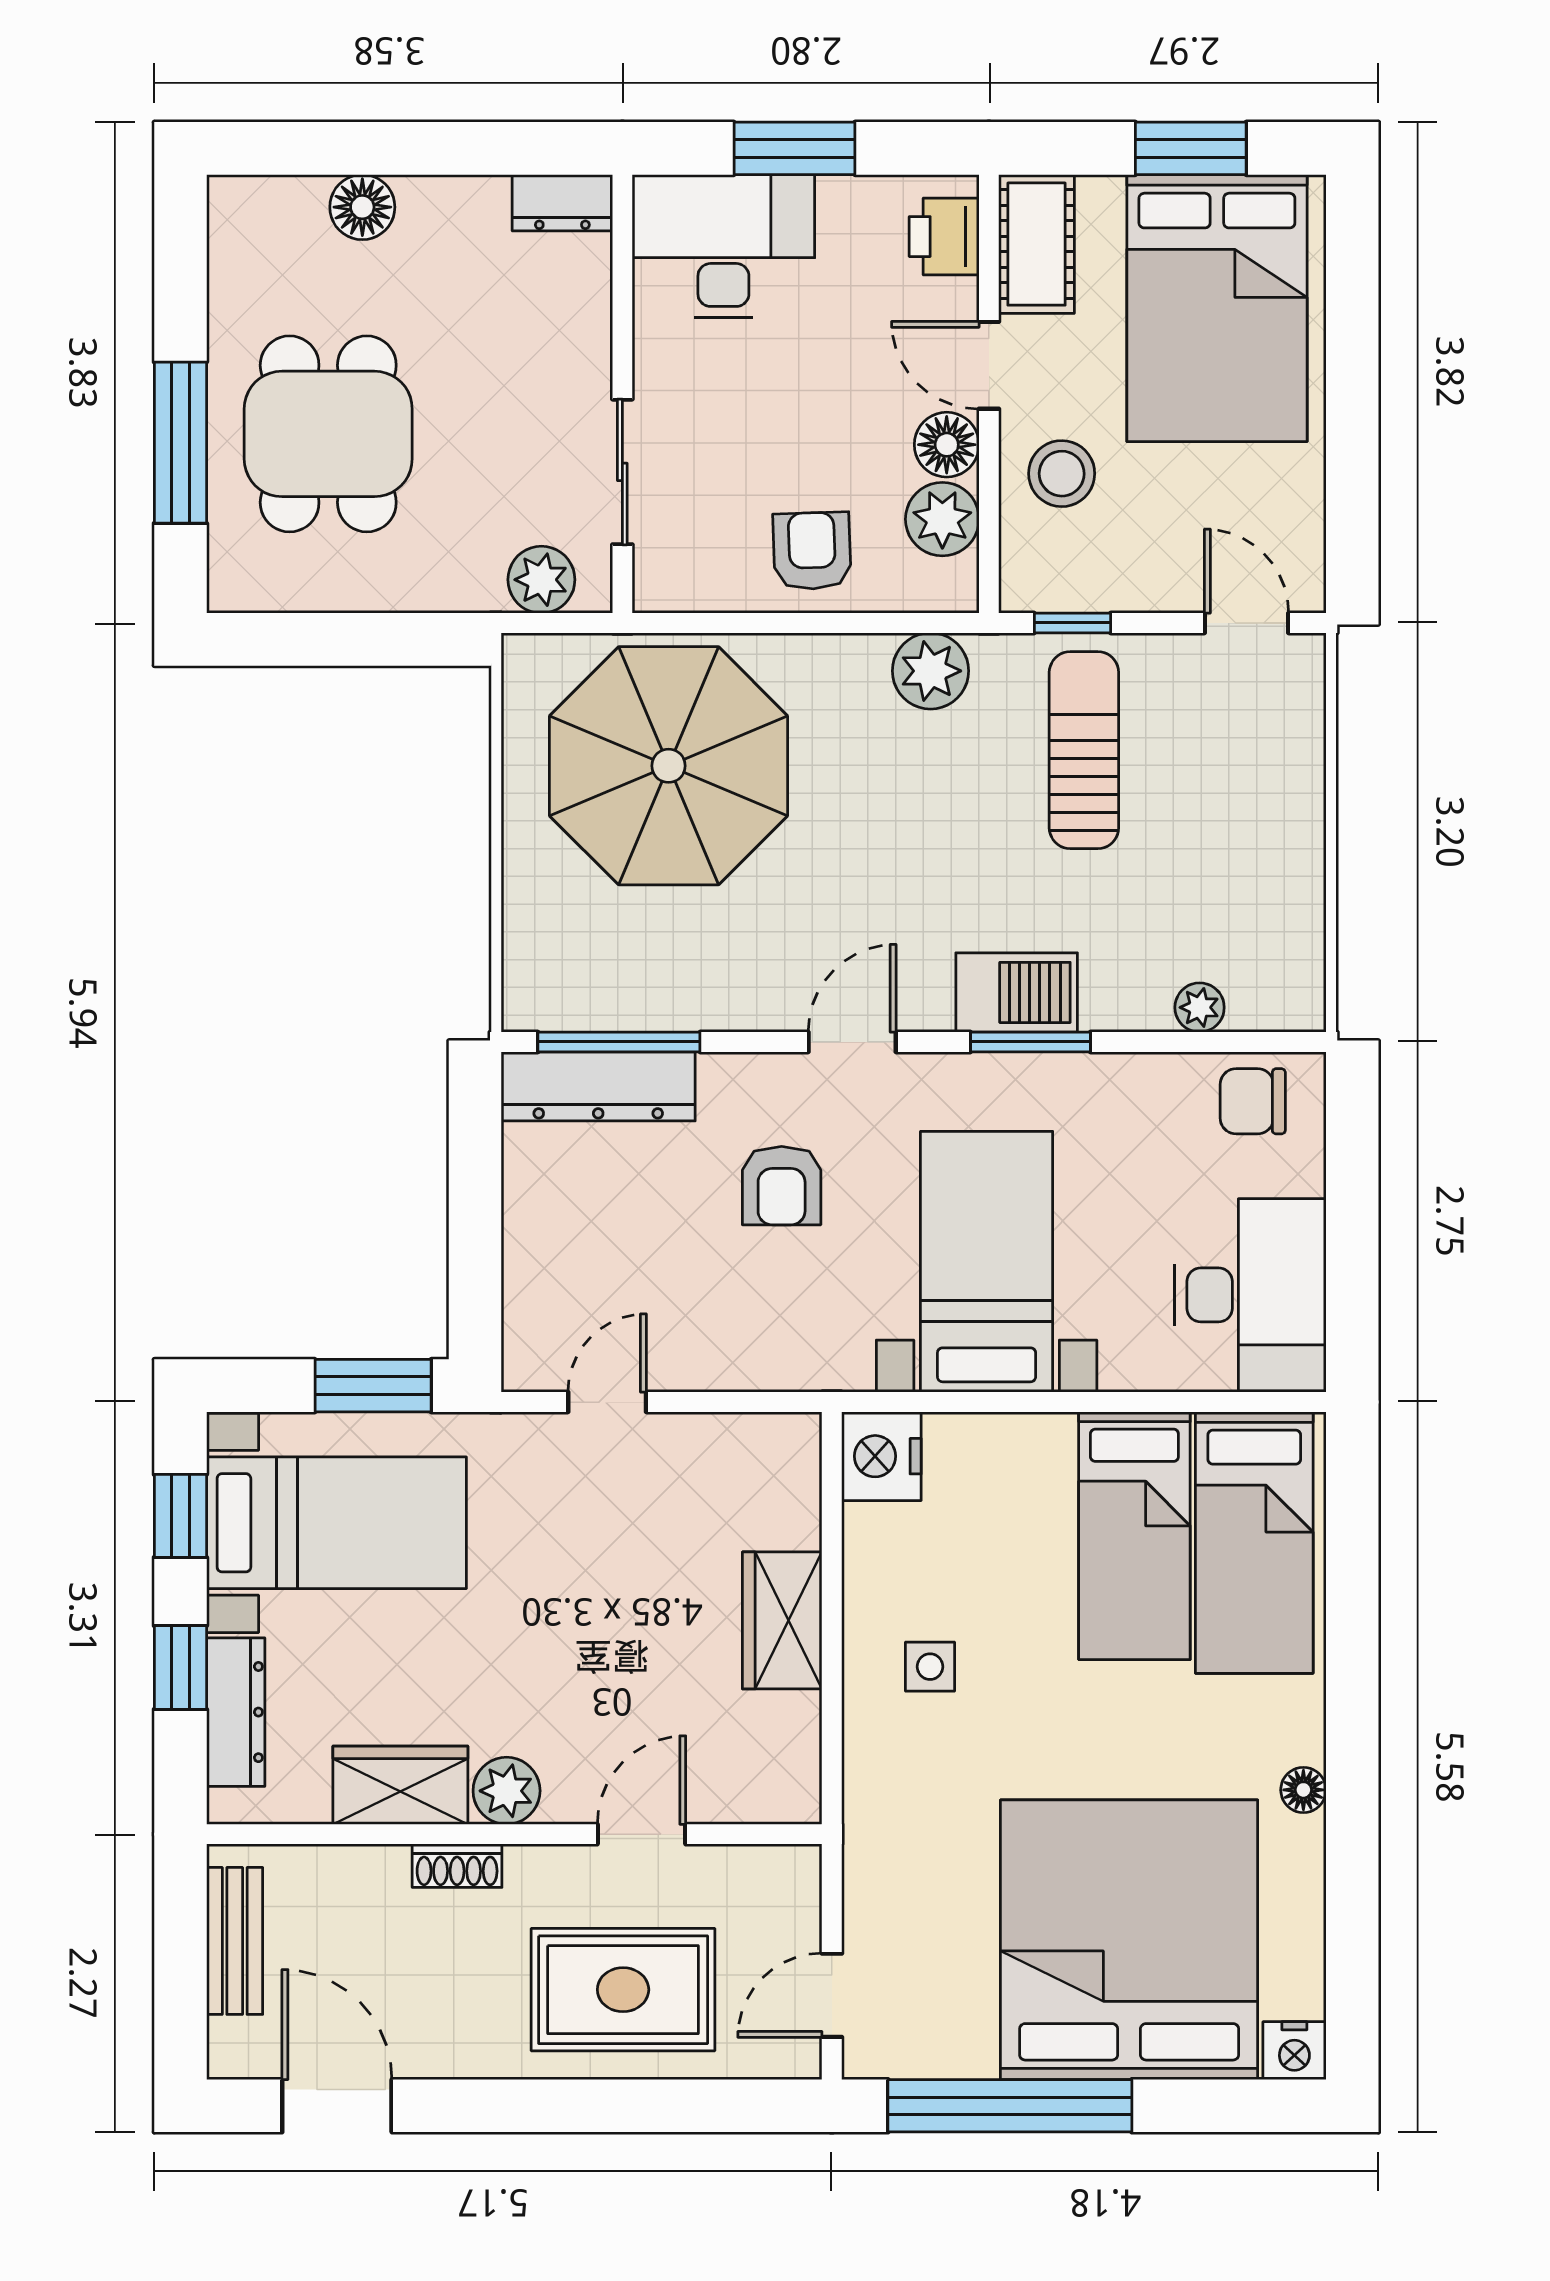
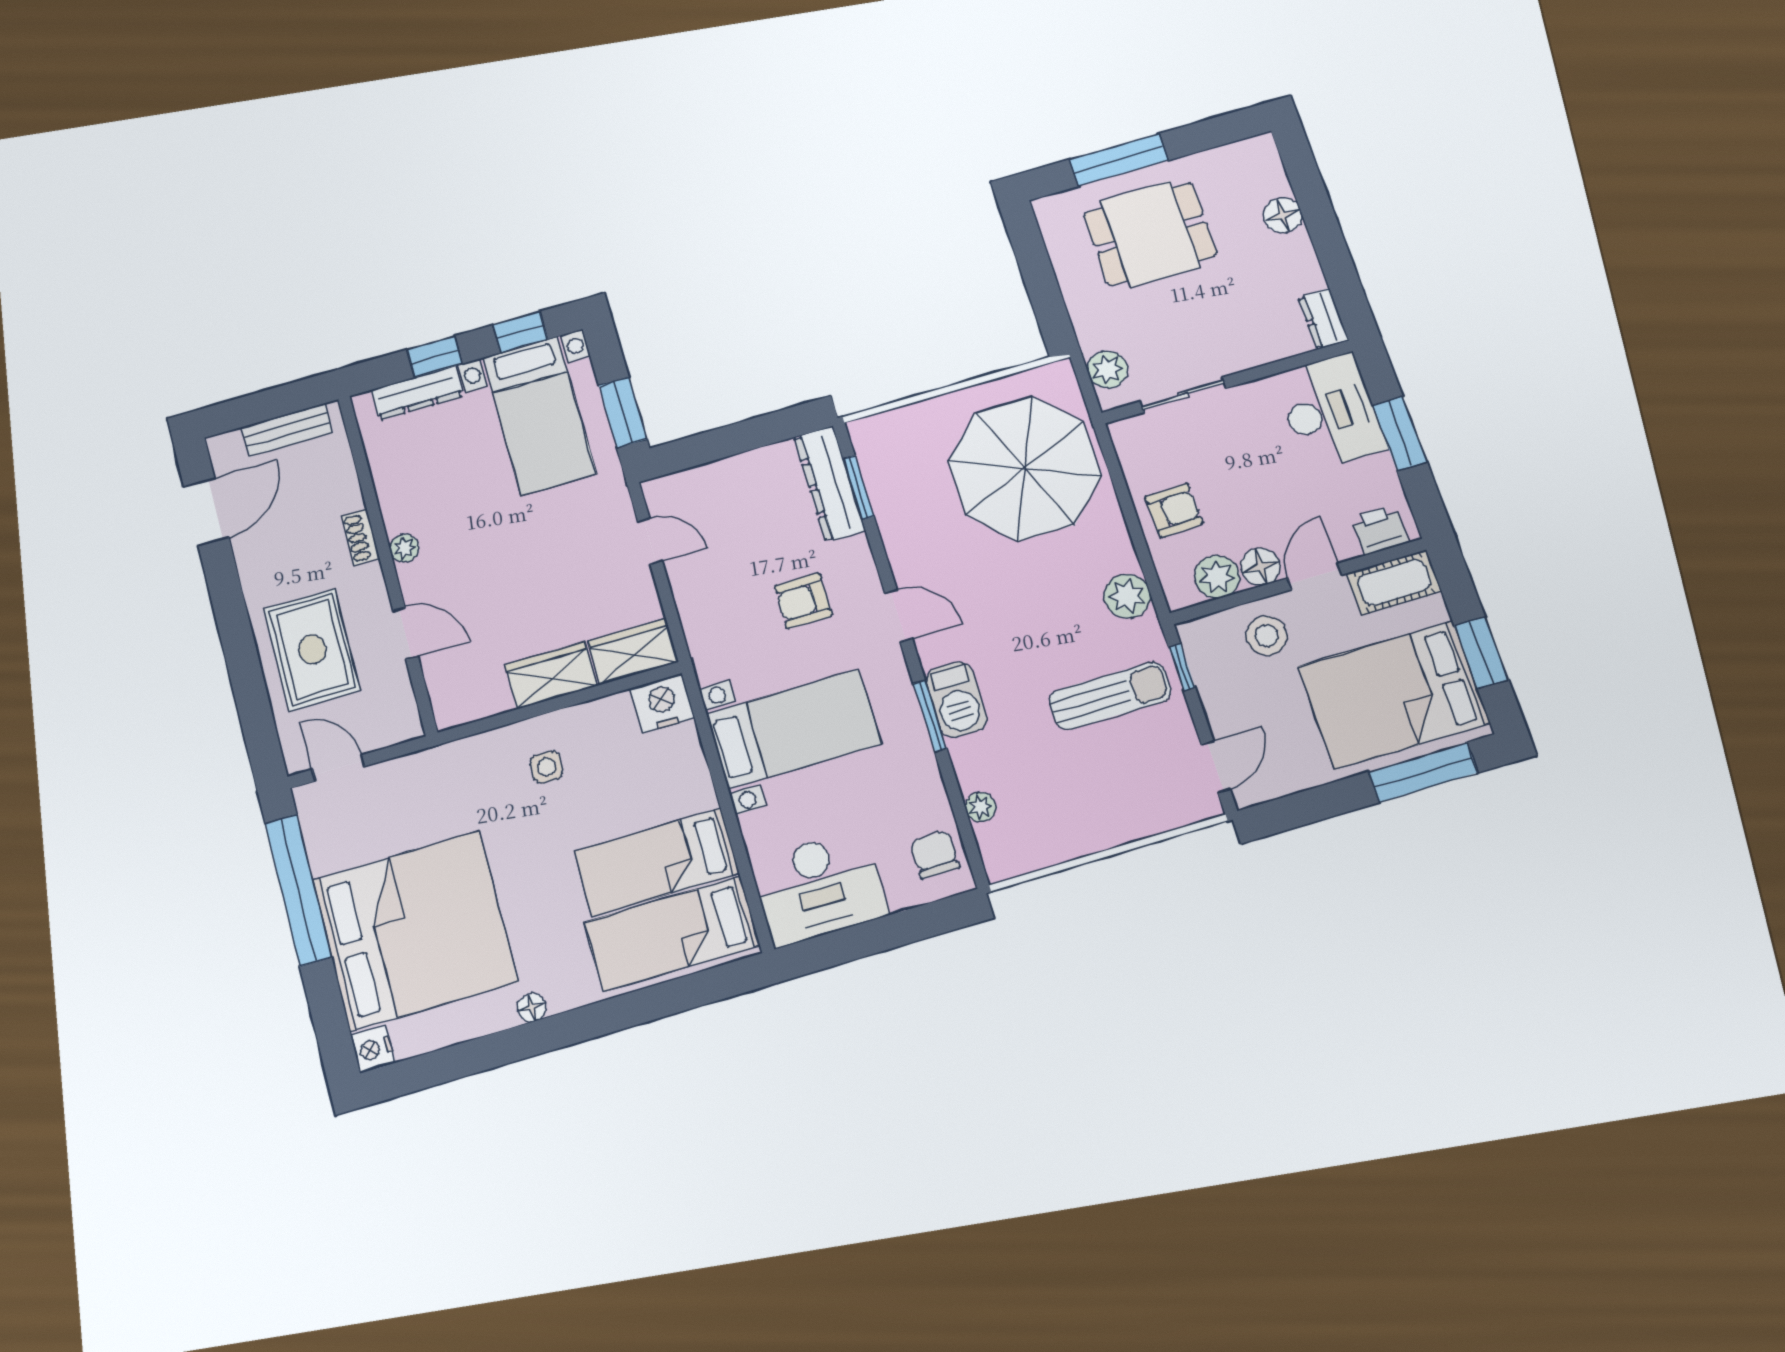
window: (1352, 306) -> (1423, 772), added
window: (619, 1042) -> (858, 487), width x0.69
wardrobe: (400, 1785) -> (633, 652), moved, turned -90
plant: (507, 1791) -> (404, 548), width x0.73, depth x0.73

